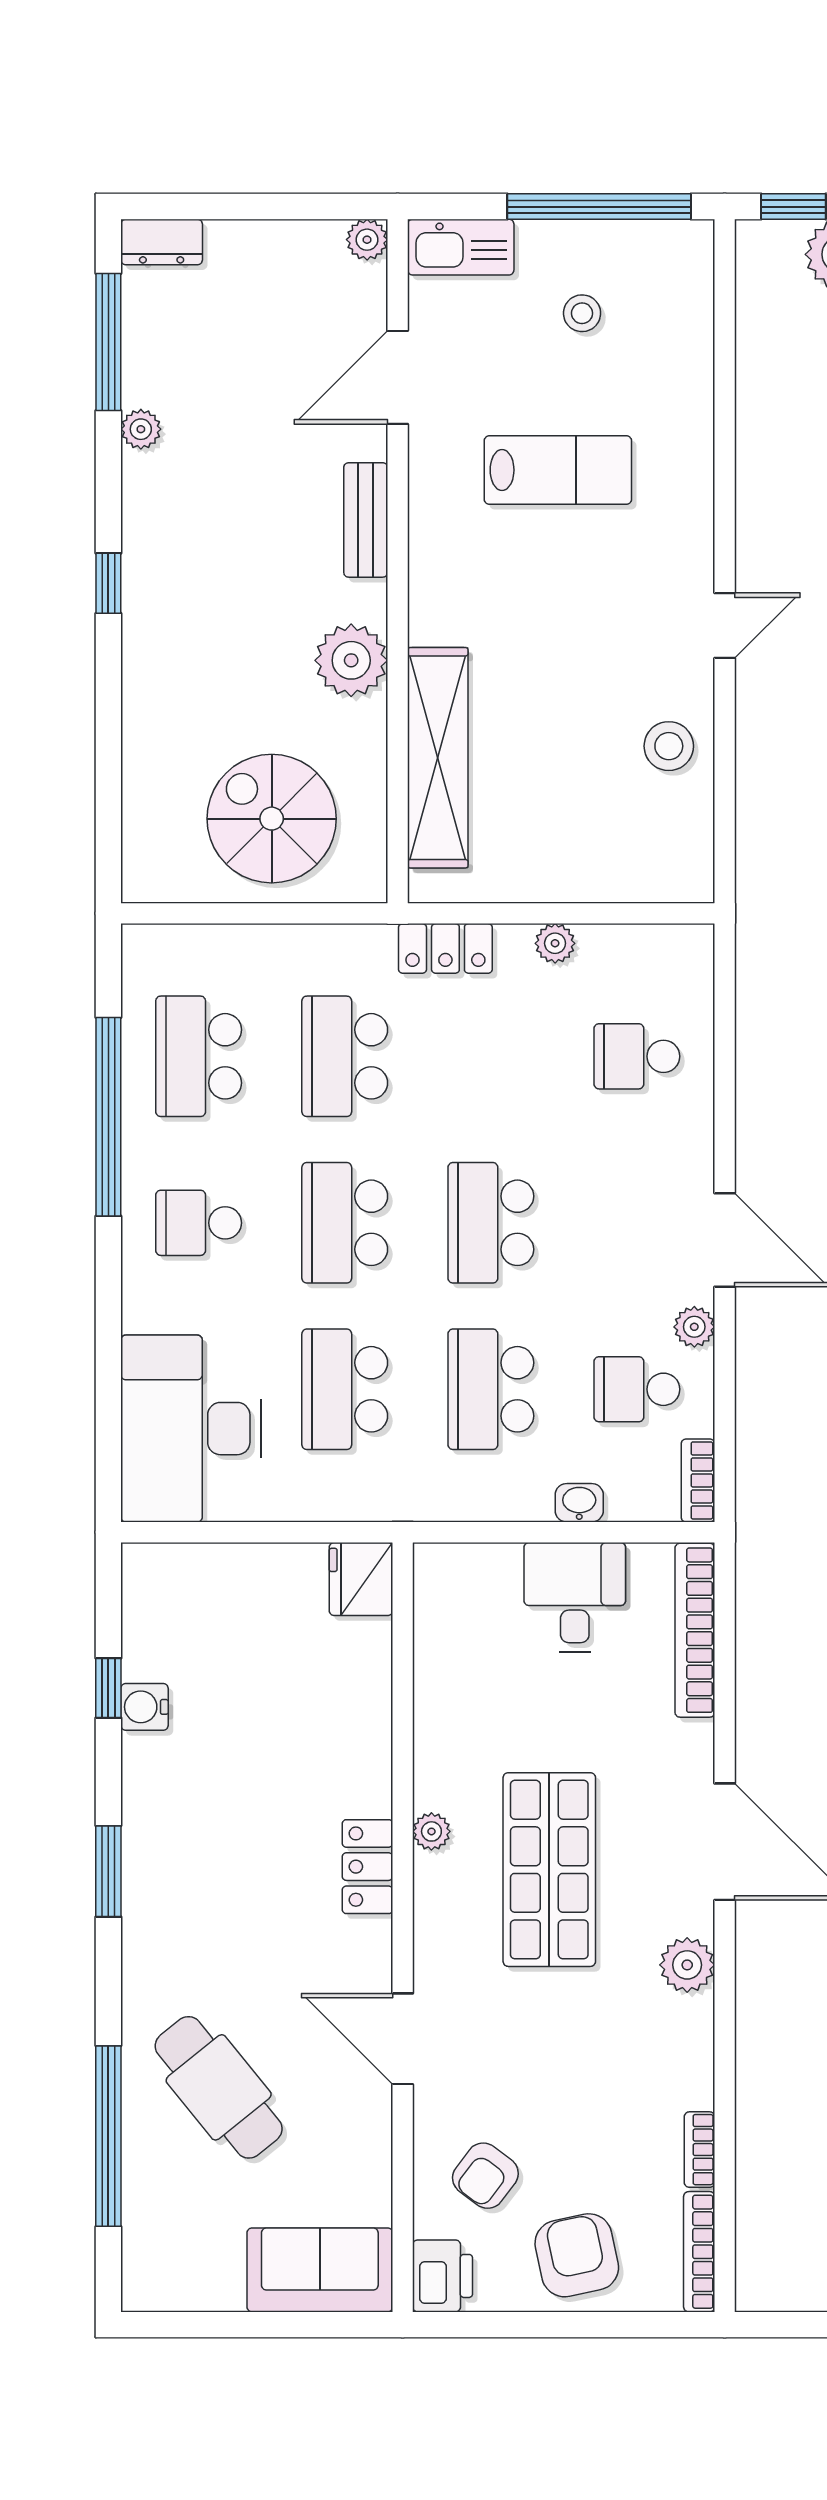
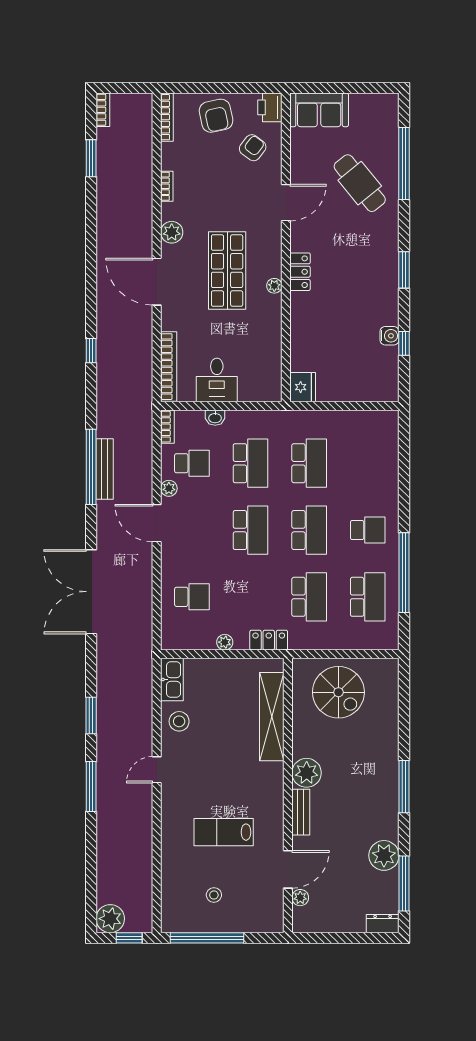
plant: (367, 240) -> (300, 898), moved
kitchen sink: (461, 247) -> (172, 680), moved, turned 90
plant: (141, 429) -> (384, 855), width x1.87, depth x1.87
window: (108, 583) -> (404, 787), width x2.17
plant: (351, 660) -> (307, 773), moved
desk: (191, 1429) -> (371, 447), removed
door: (403, 2039) -> (286, 203), hinge flipped
bookcase: (699, 2150) -> (167, 186), moved

